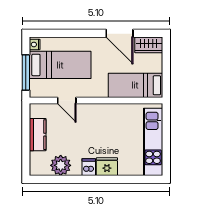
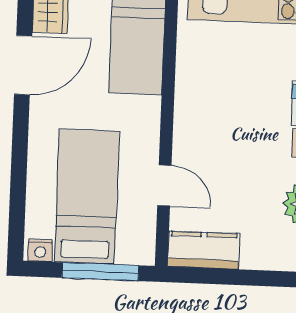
door: (67, 100) -> (164, 185), hinge flipped
kitchen counter: (38, 135) -> (204, 250), moved

